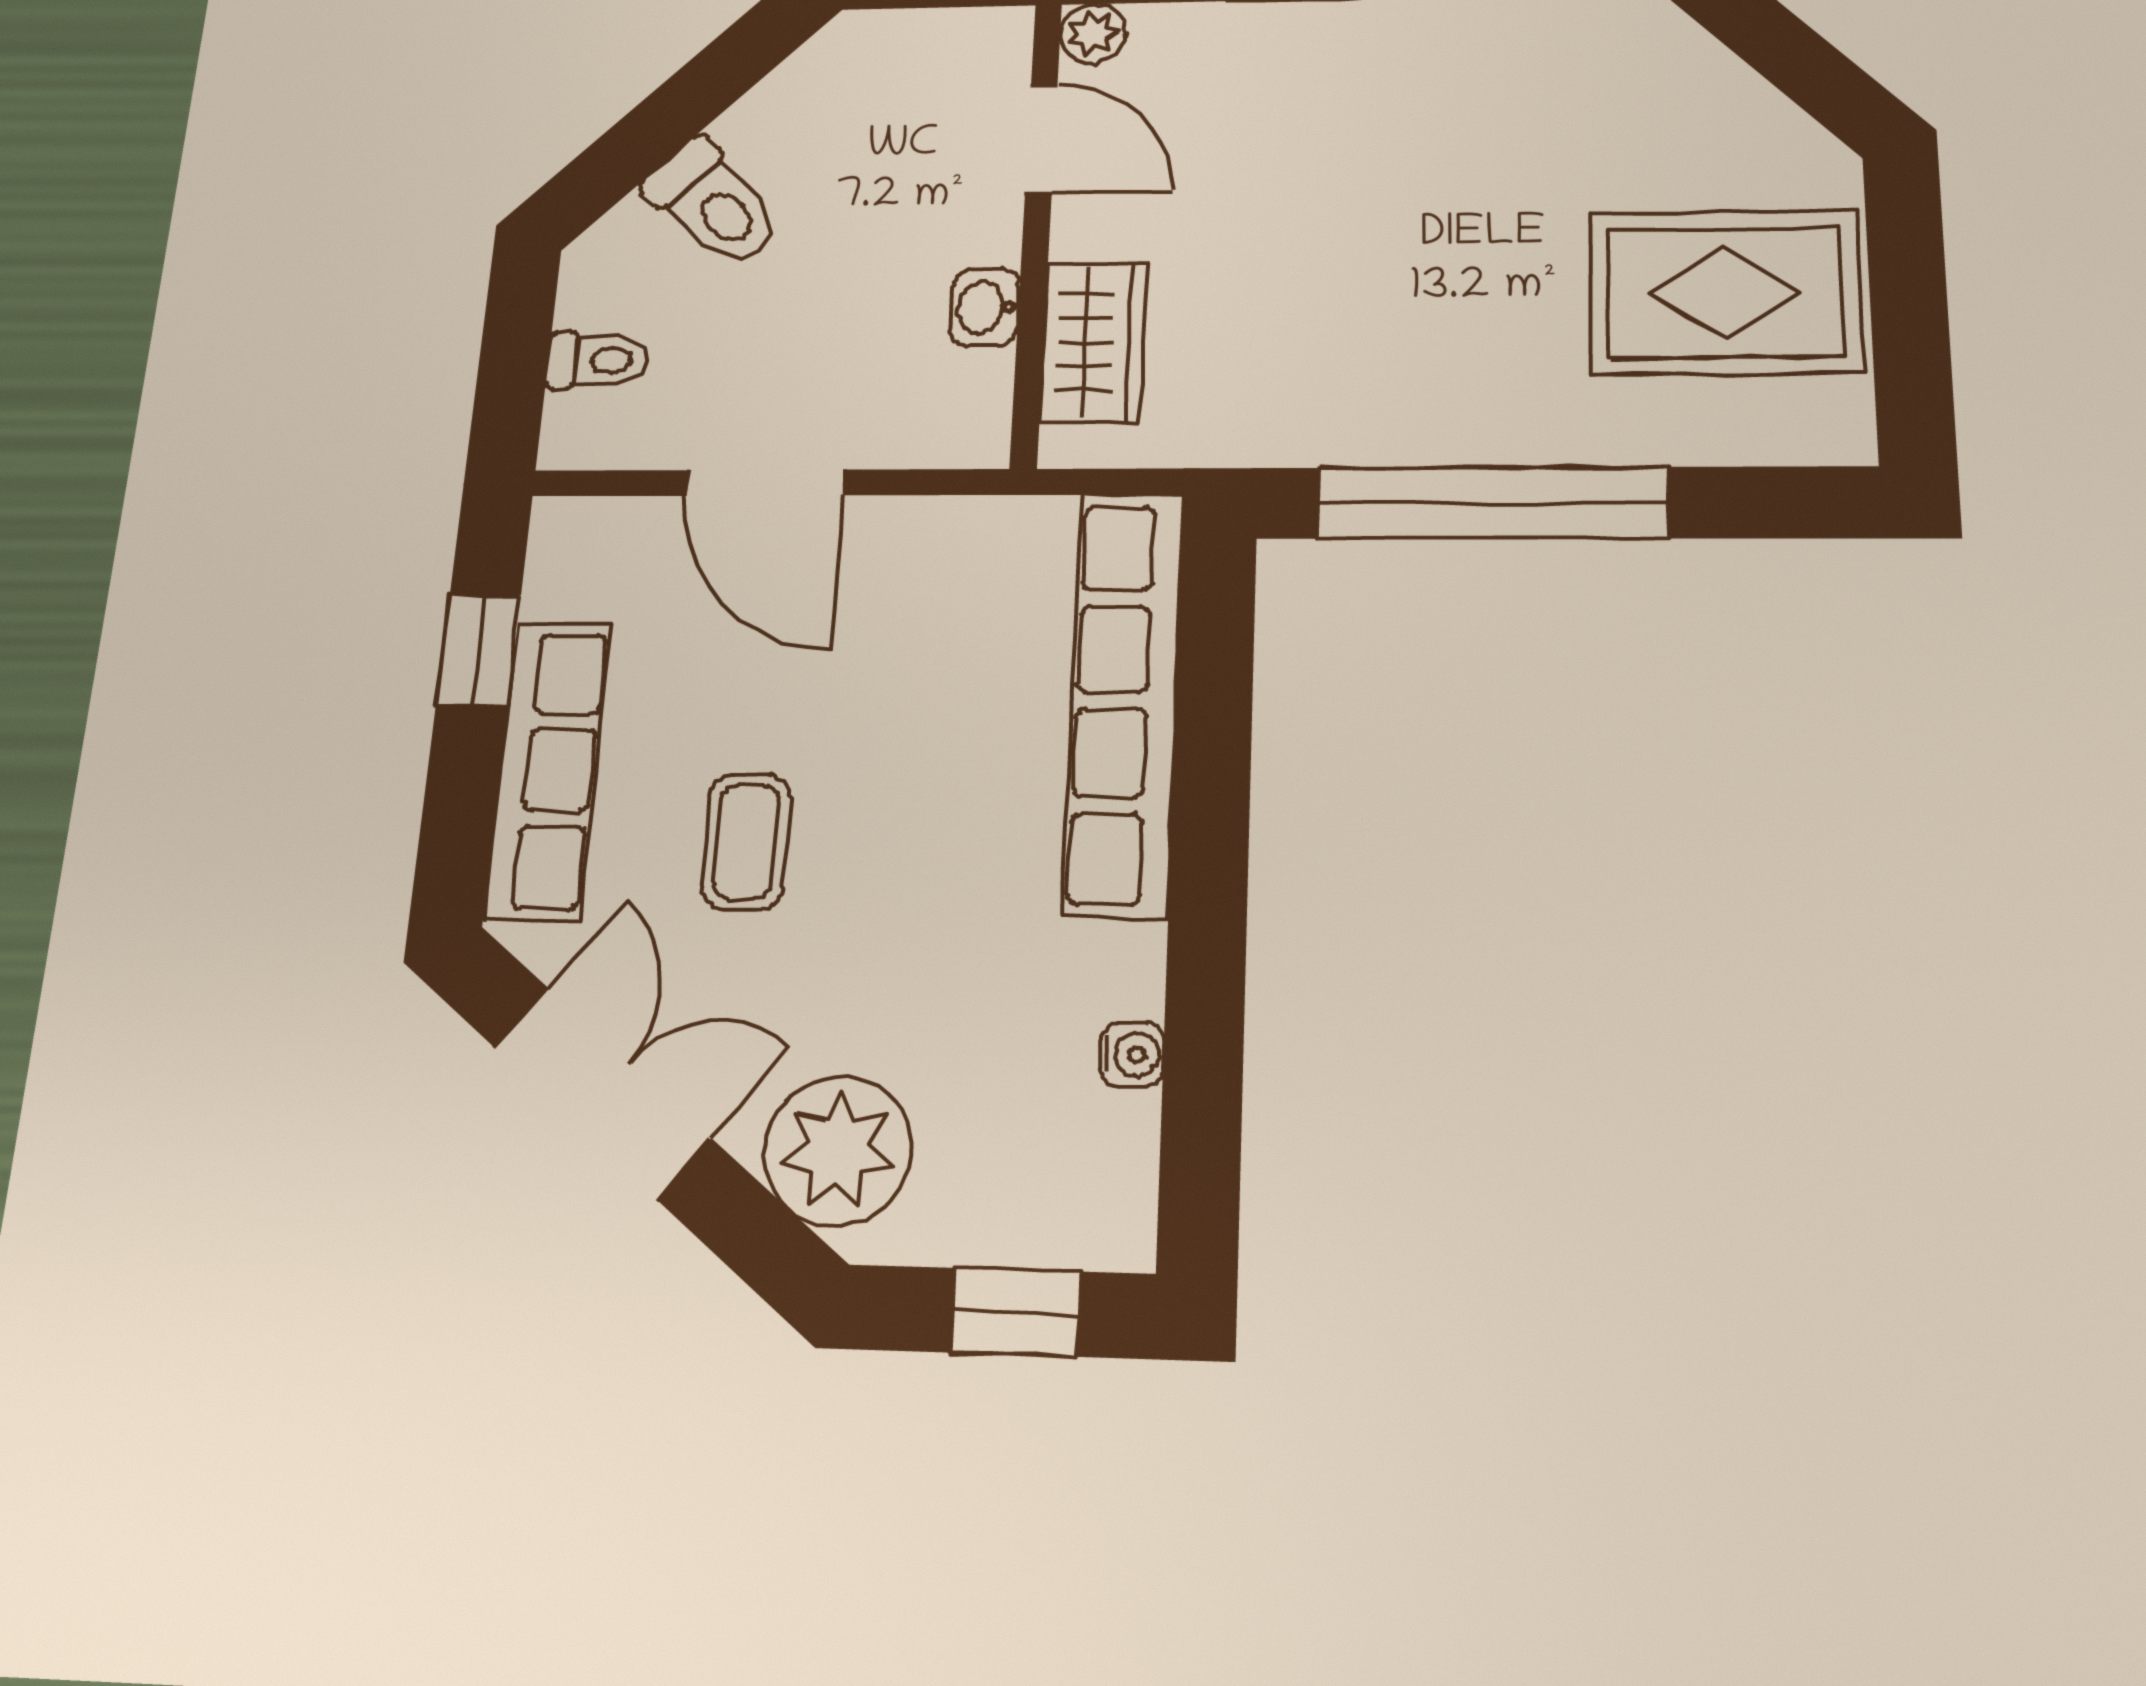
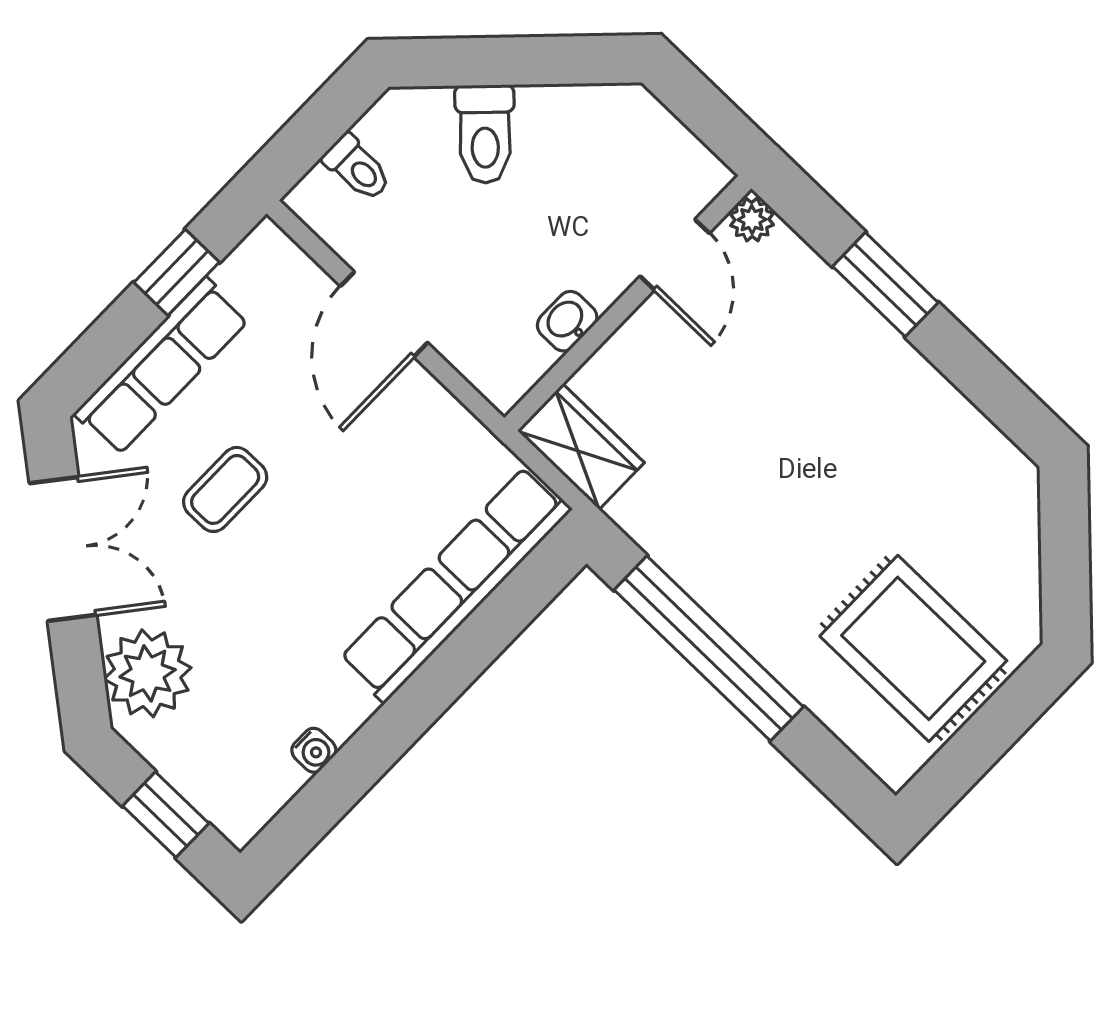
wardrobe: (1093, 342) -> (581, 447), moved, turned -90

